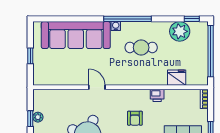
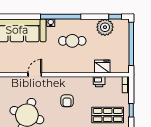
door: (97, 87) -> (35, 75), hinge flipped
printer: (157, 95) -> (99, 82), moved

